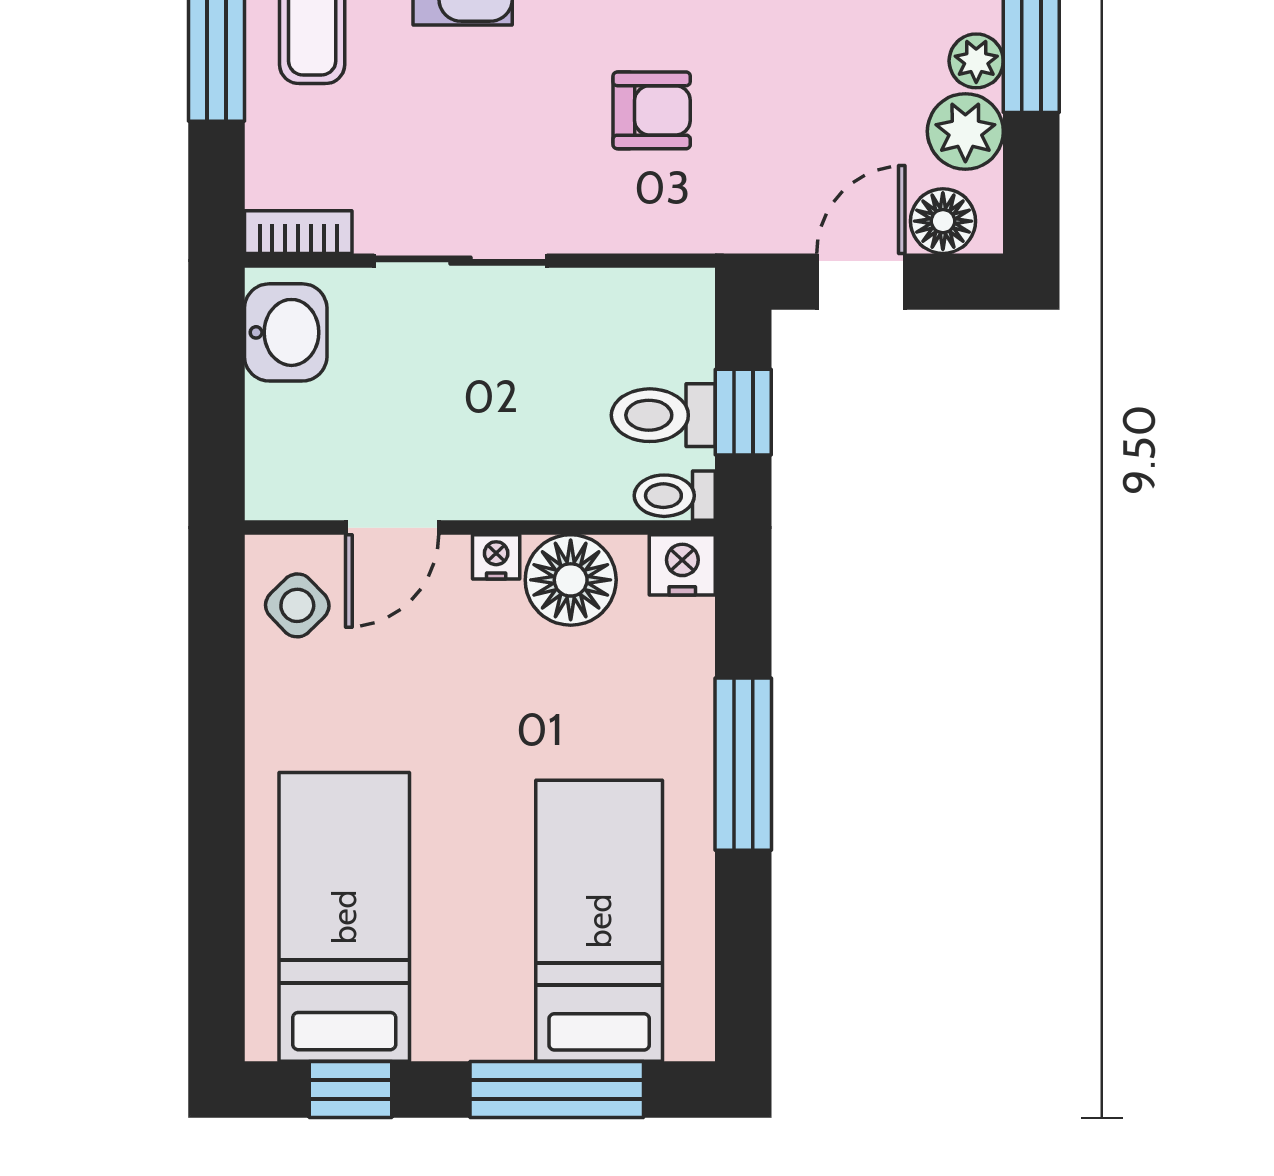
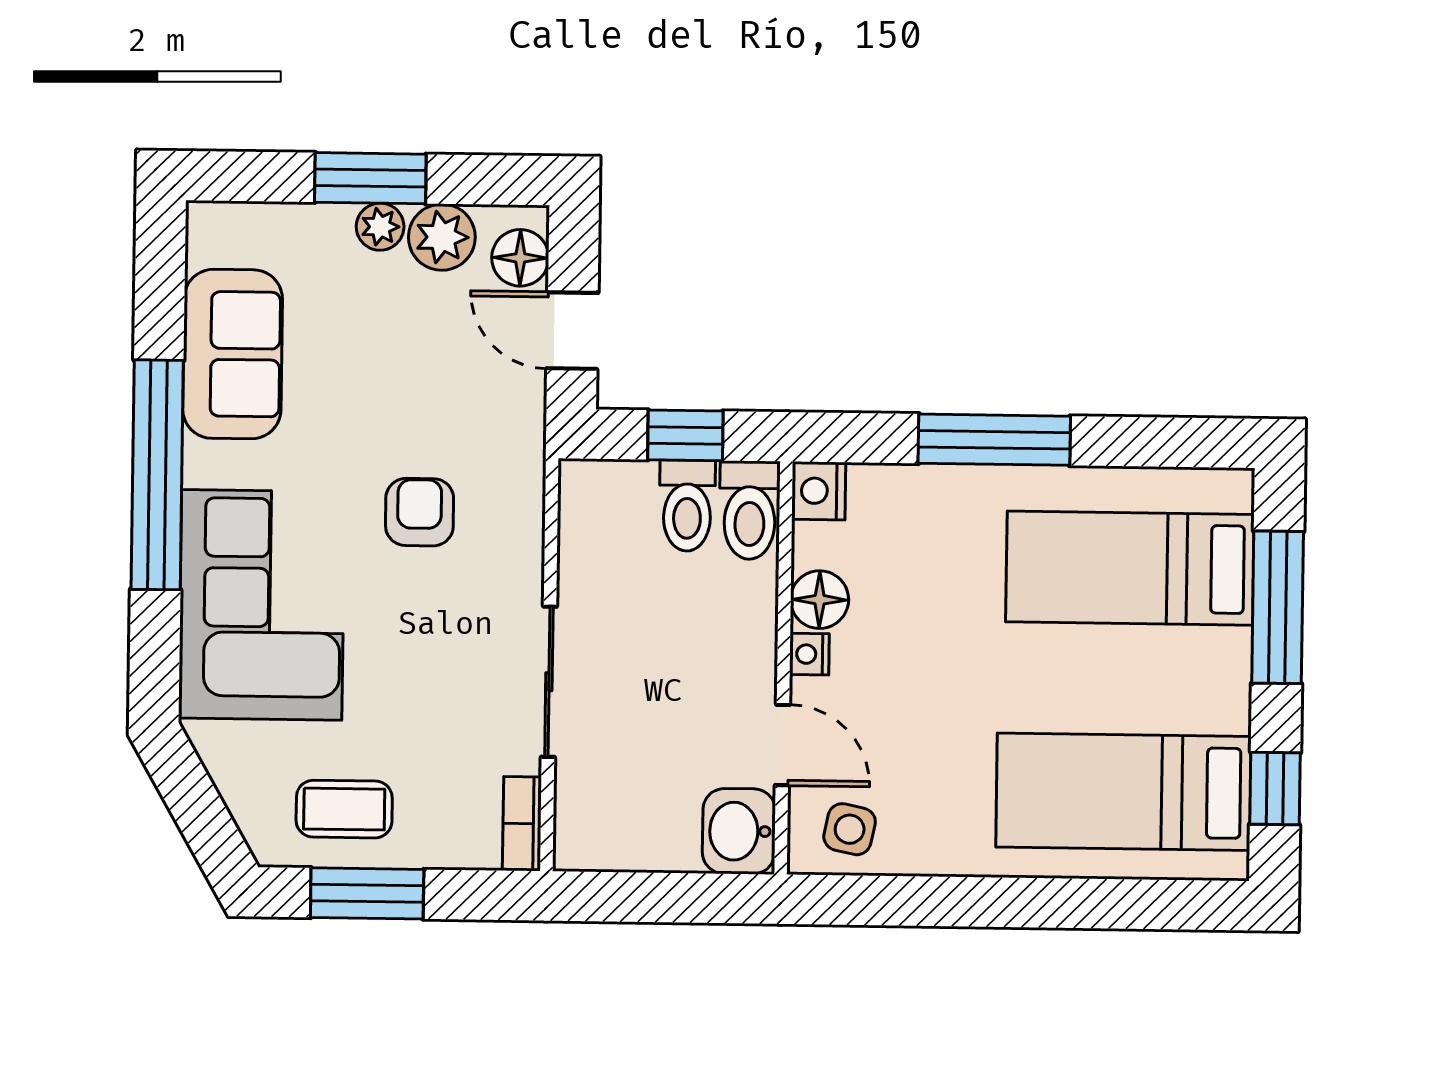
washbasin: (286, 332) -> (739, 831), moved, turned -90
toilet: (675, 496) -> (750, 510), width x1.37, depth x1.39
floor lamp: (571, 580) -> (820, 600), width x0.73, depth x0.73
side table: (297, 605) -> (850, 829), turned -34

